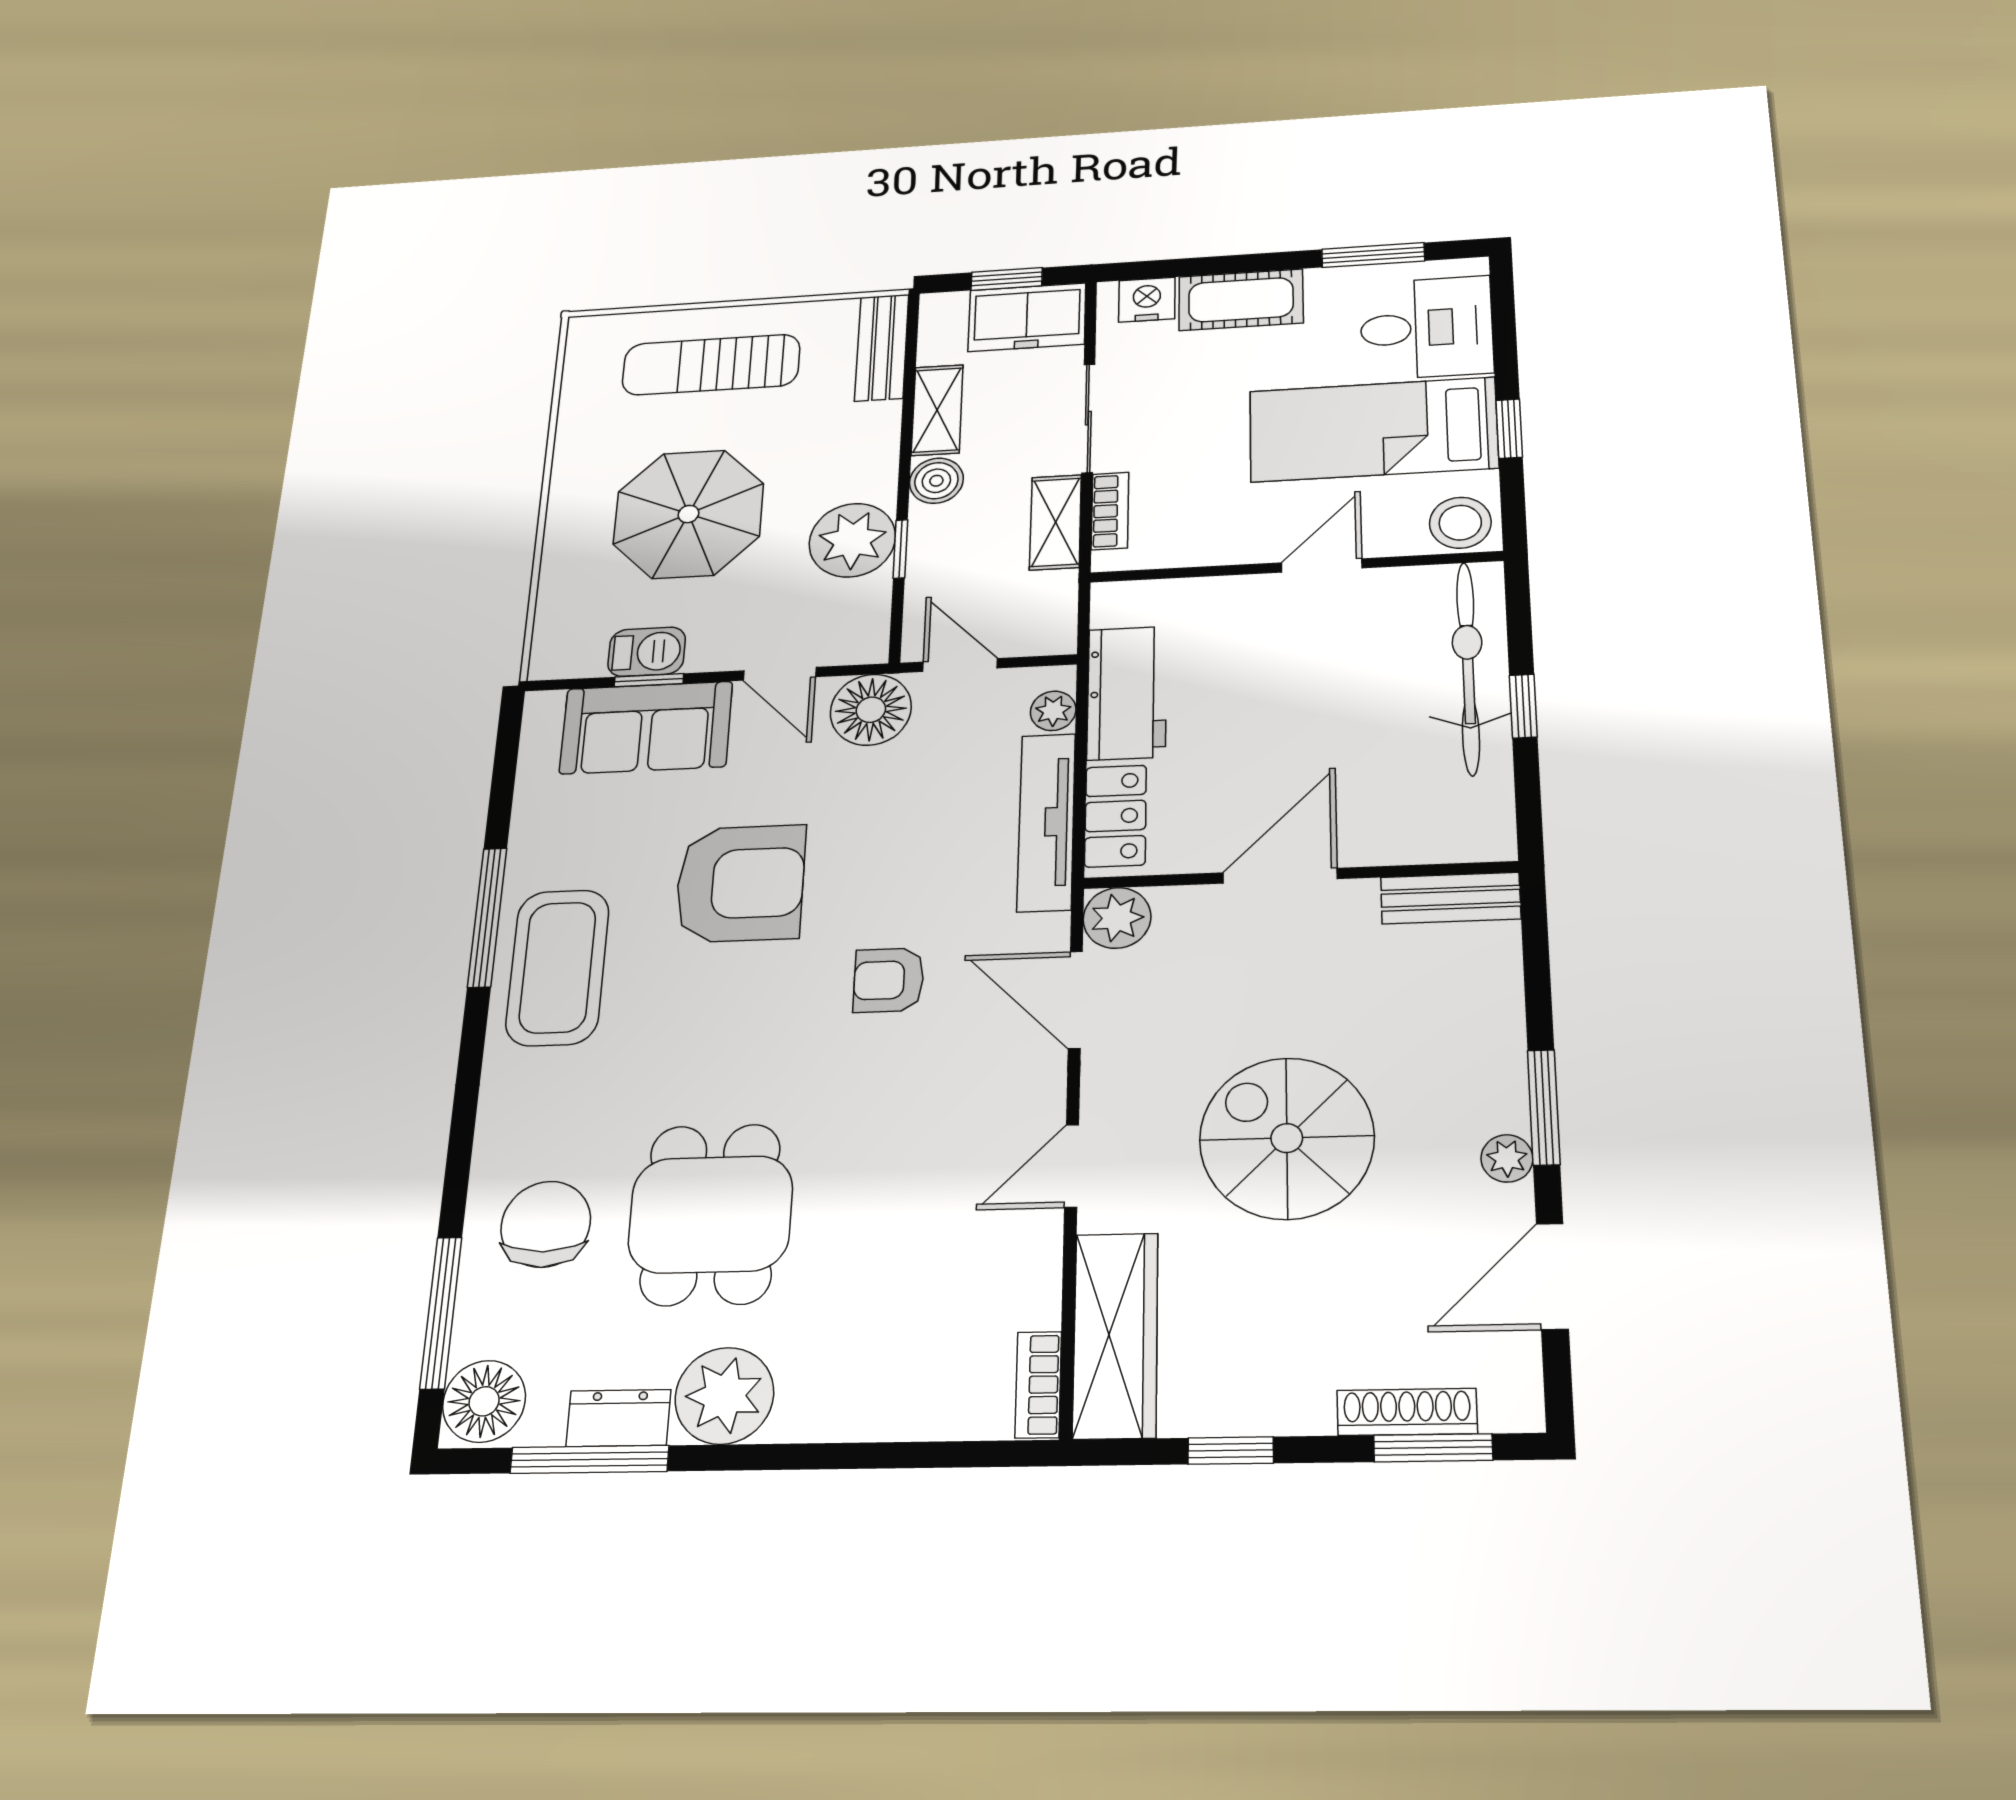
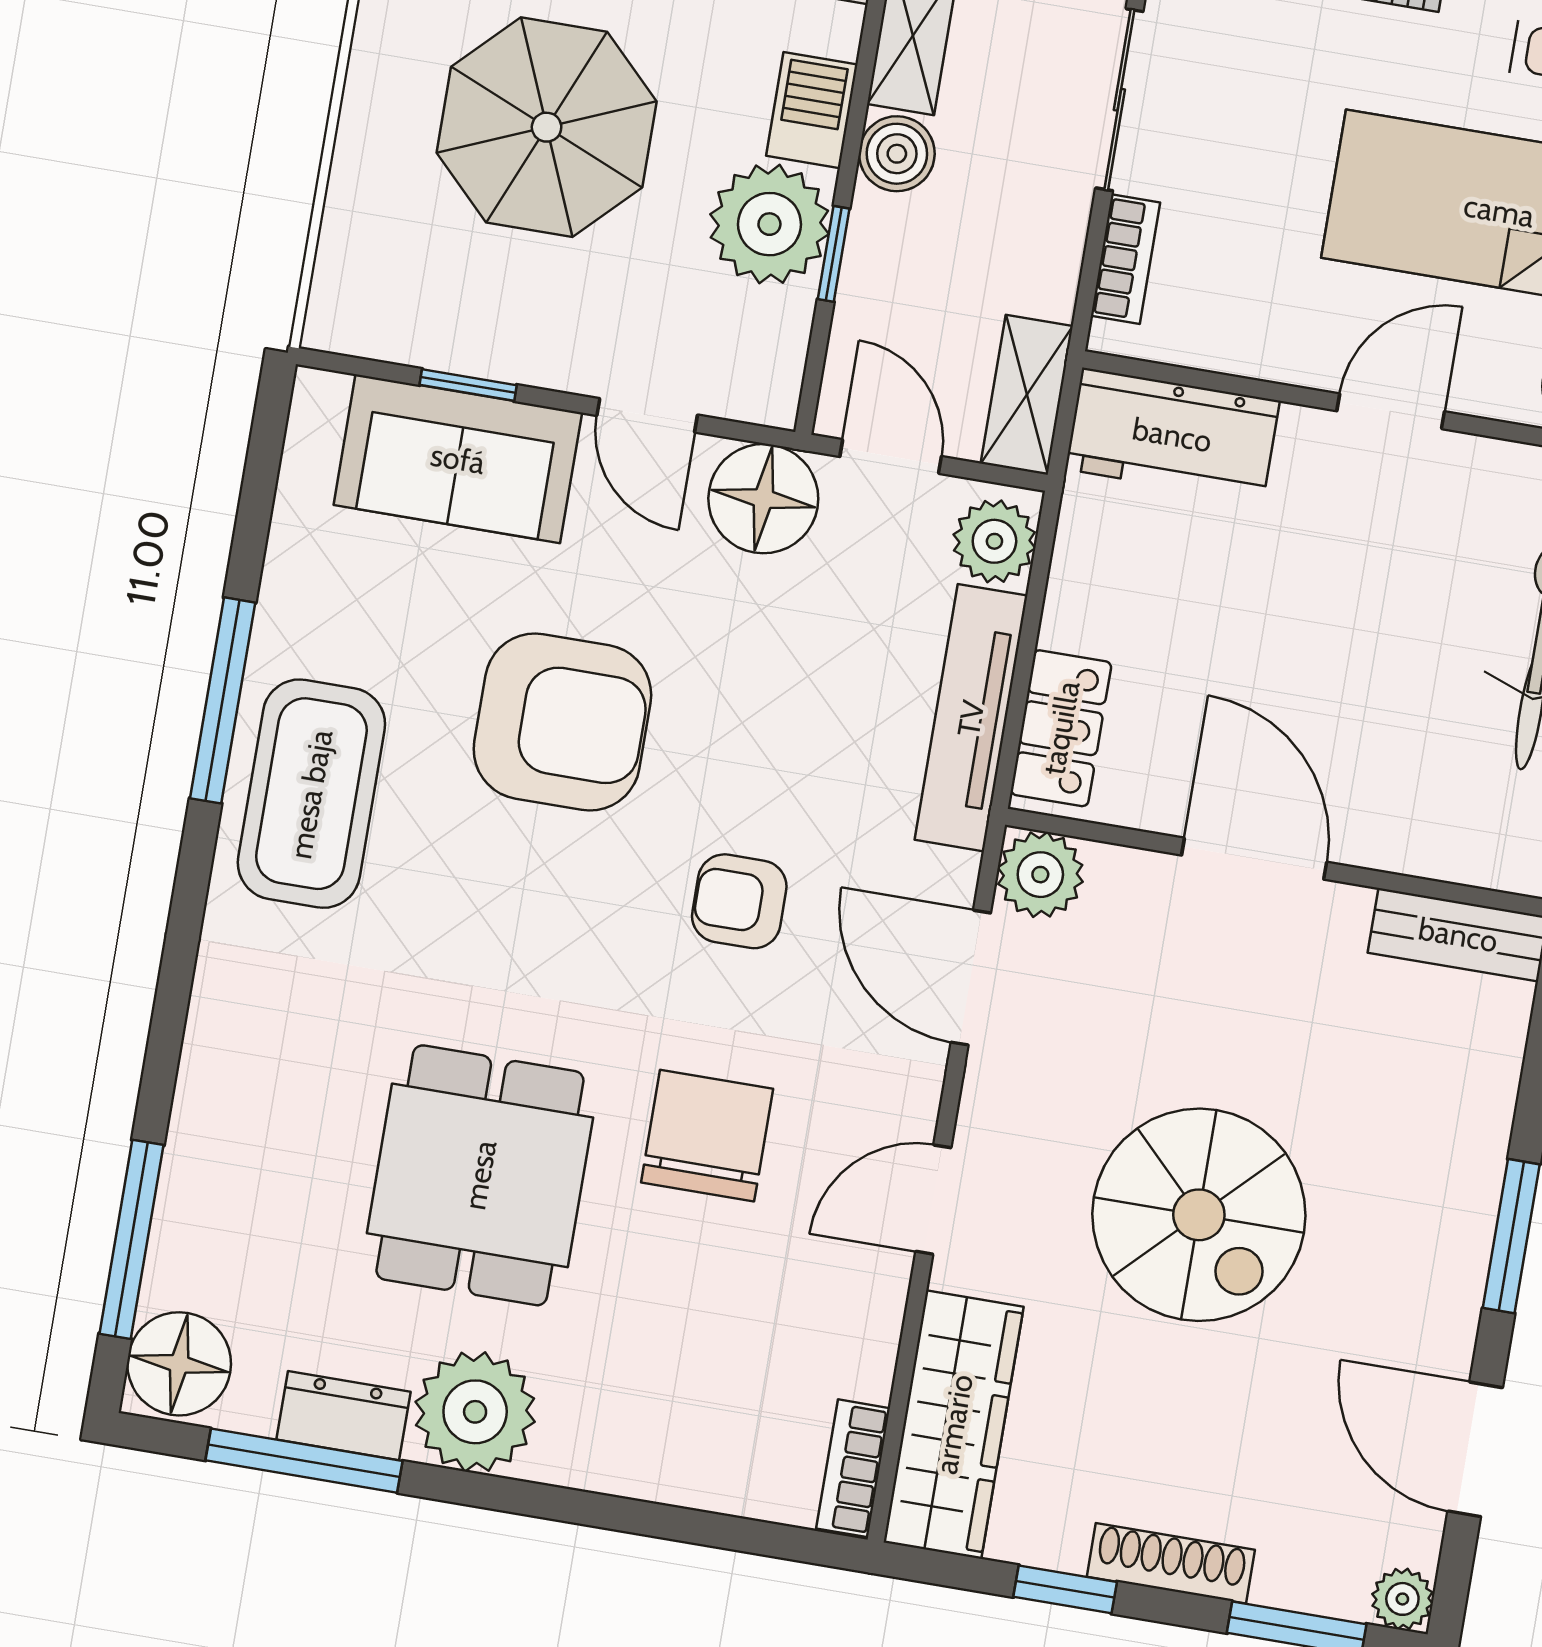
shelving: (1055, 522) -> (1027, 395), moved
barbecue: (647, 652) -> (812, 110), moved, turned -90
workbench: (1127, 693) -> (1172, 435), moved, turned 90
plant: (1053, 711) -> (994, 541), width x1.38, depth x1.38
door: (1280, 876) -> (1254, 859), hinge flipped
spiral stairs: (1287, 1138) -> (1199, 1215), turned 180
plant: (1507, 1158) -> (1402, 1599), moved
chair: (546, 1224) -> (707, 1136), moved
door: (1552, 1276) -> (1475, 1449), hinge flipped
shoe rack: (1407, 1412) -> (1171, 1563), moved

